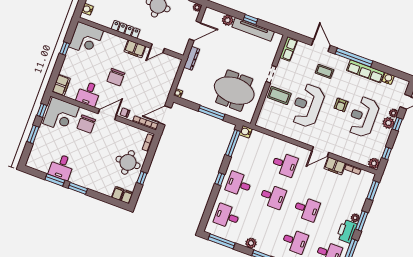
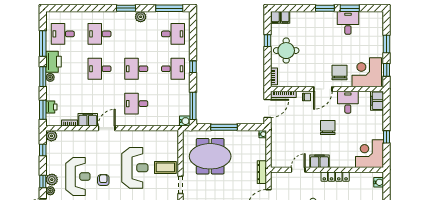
printer: (364, 190) -> (51, 107), added

